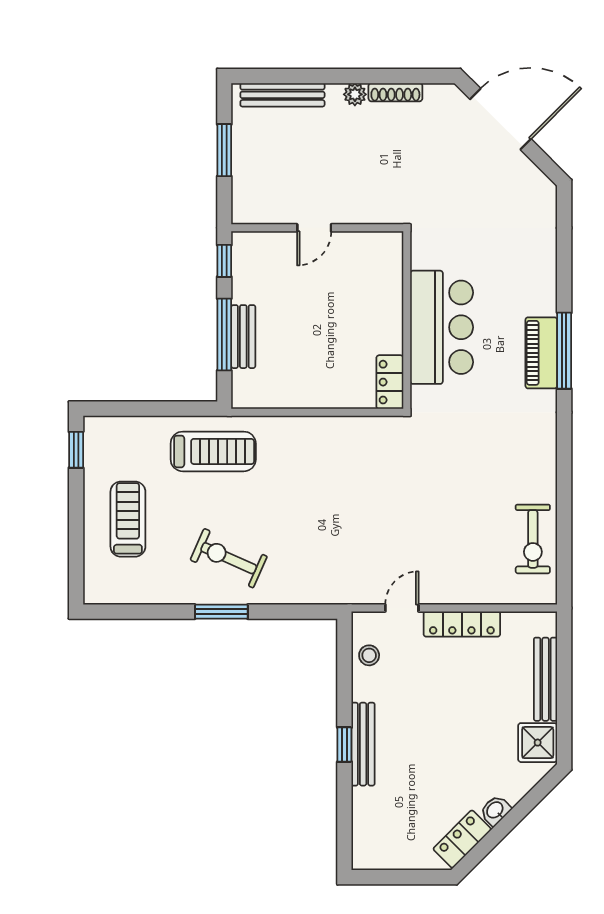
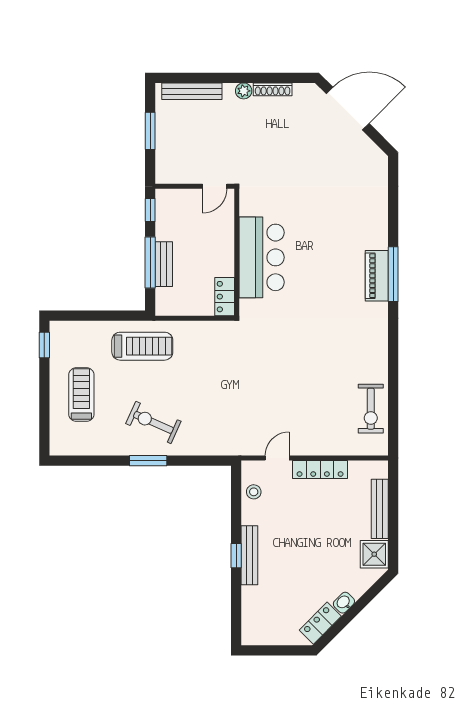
wall: (407, 320) -> (237, 252), moved
bar counter: (442, 327) -> (262, 257), moved
locker: (390, 382) -> (225, 297), moved

